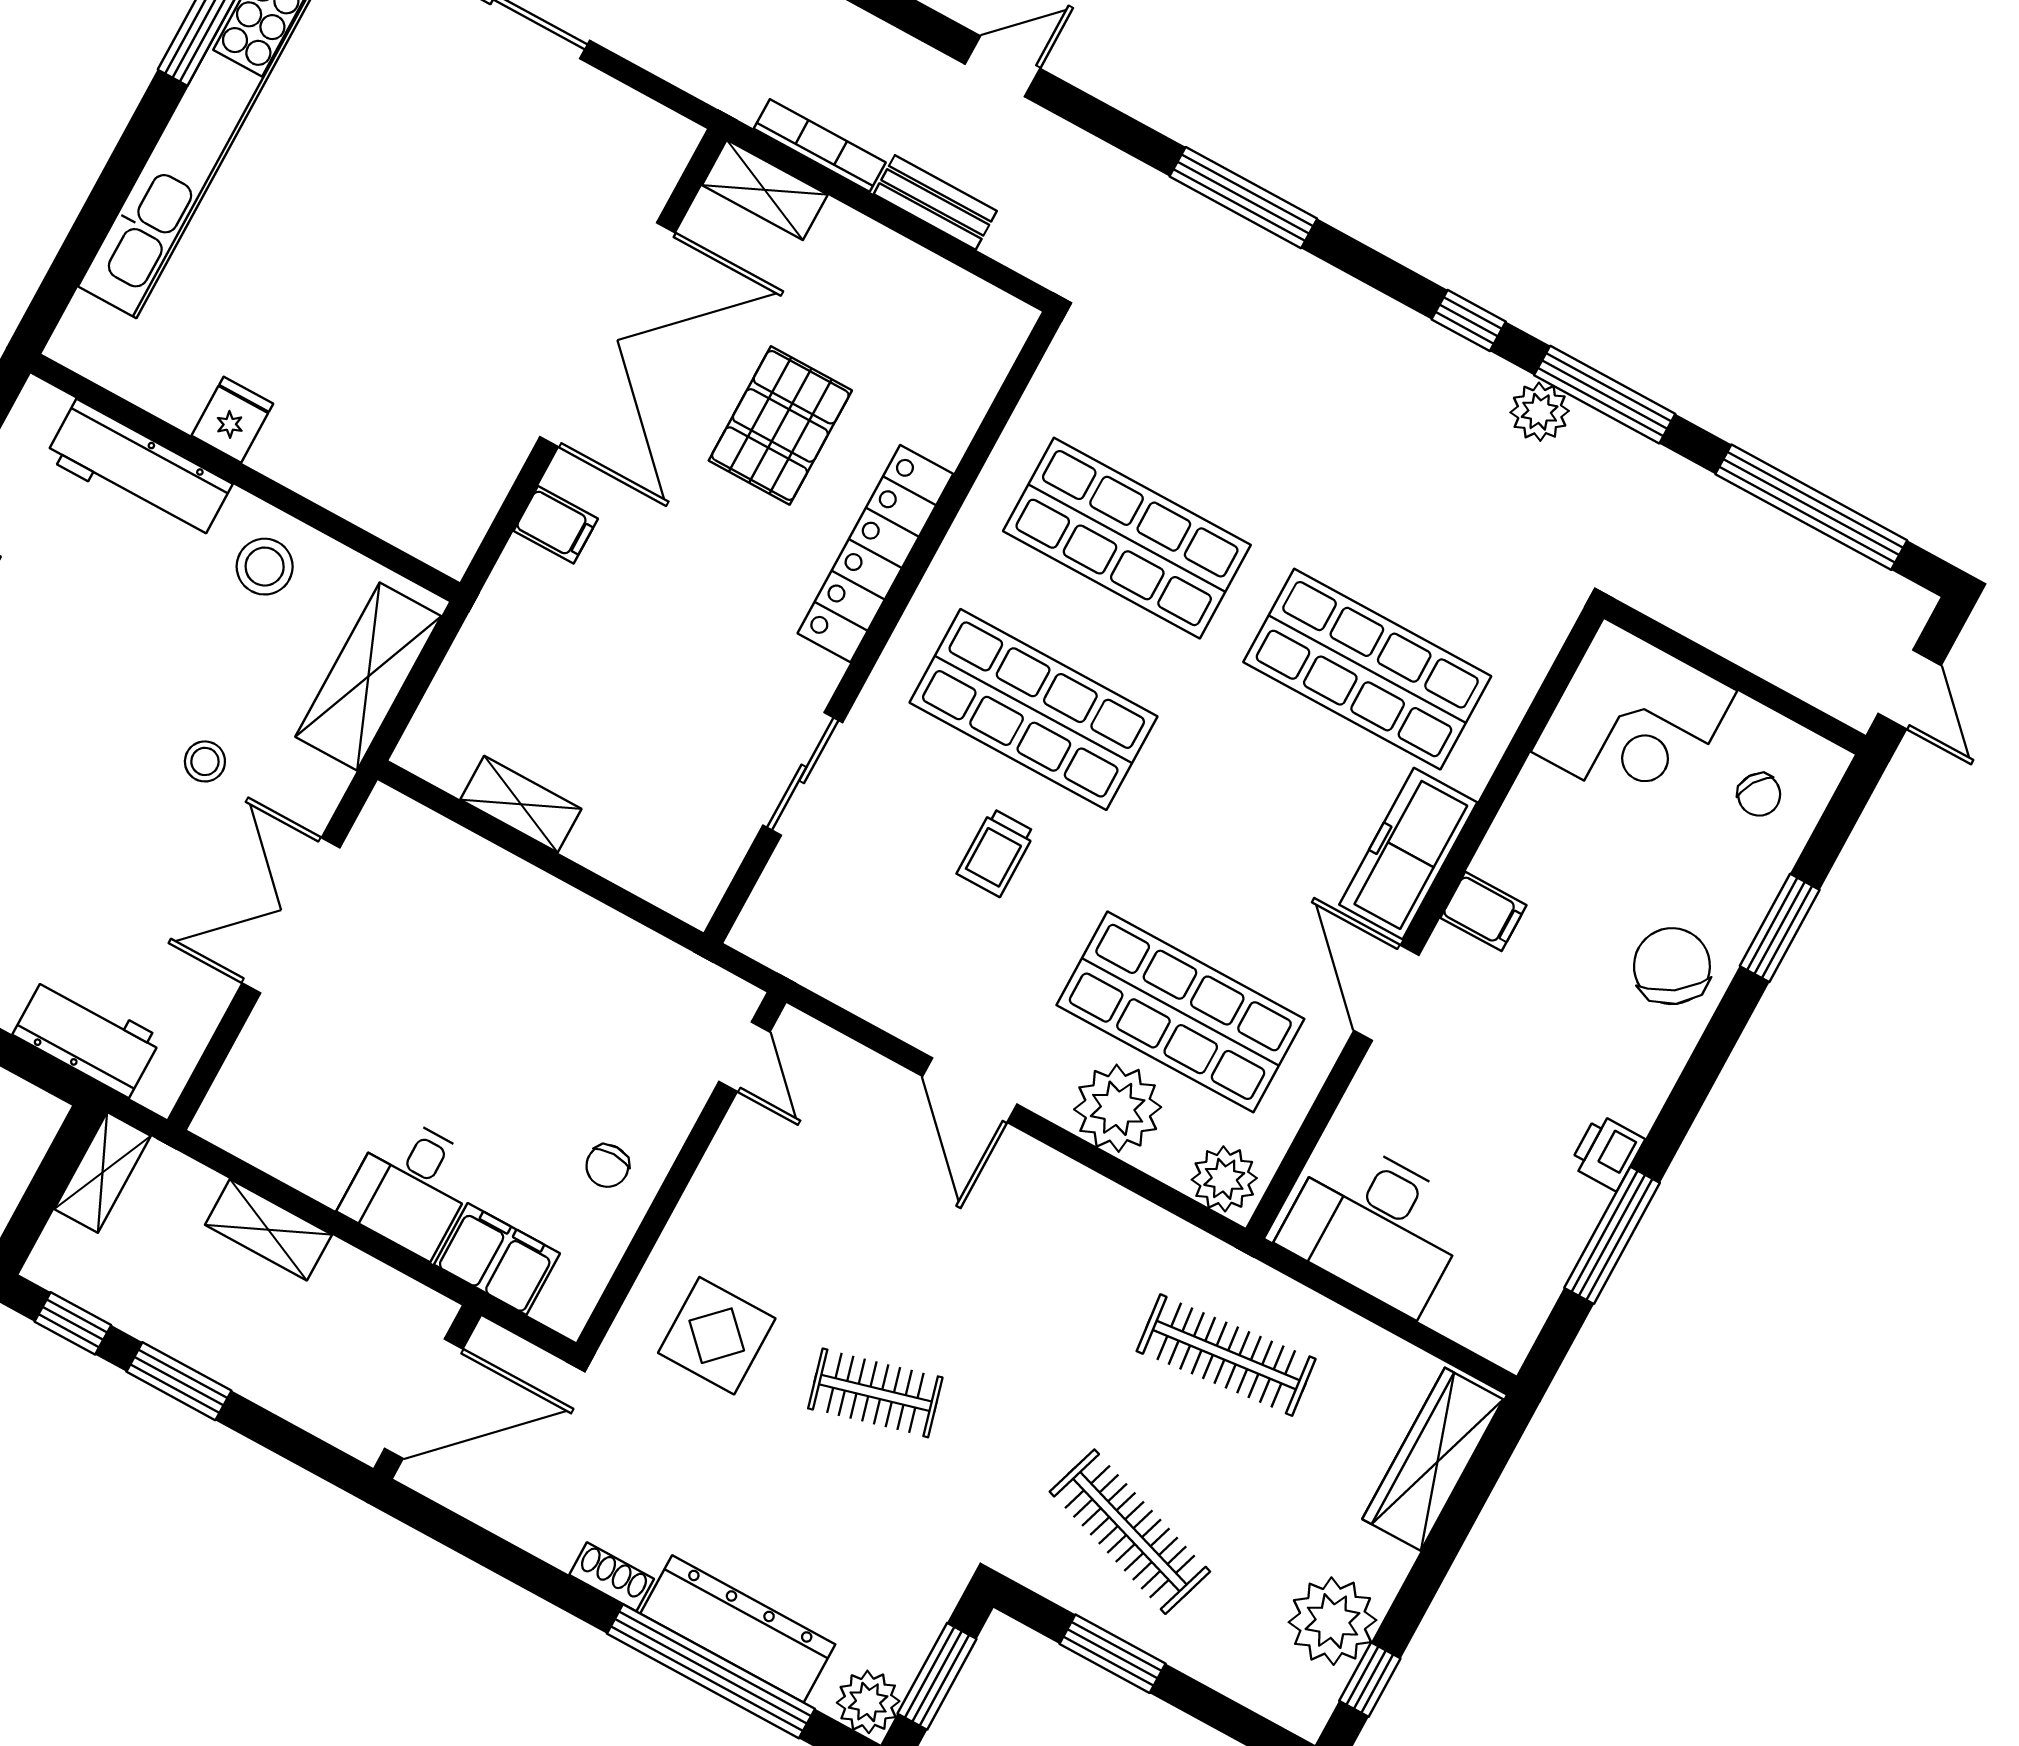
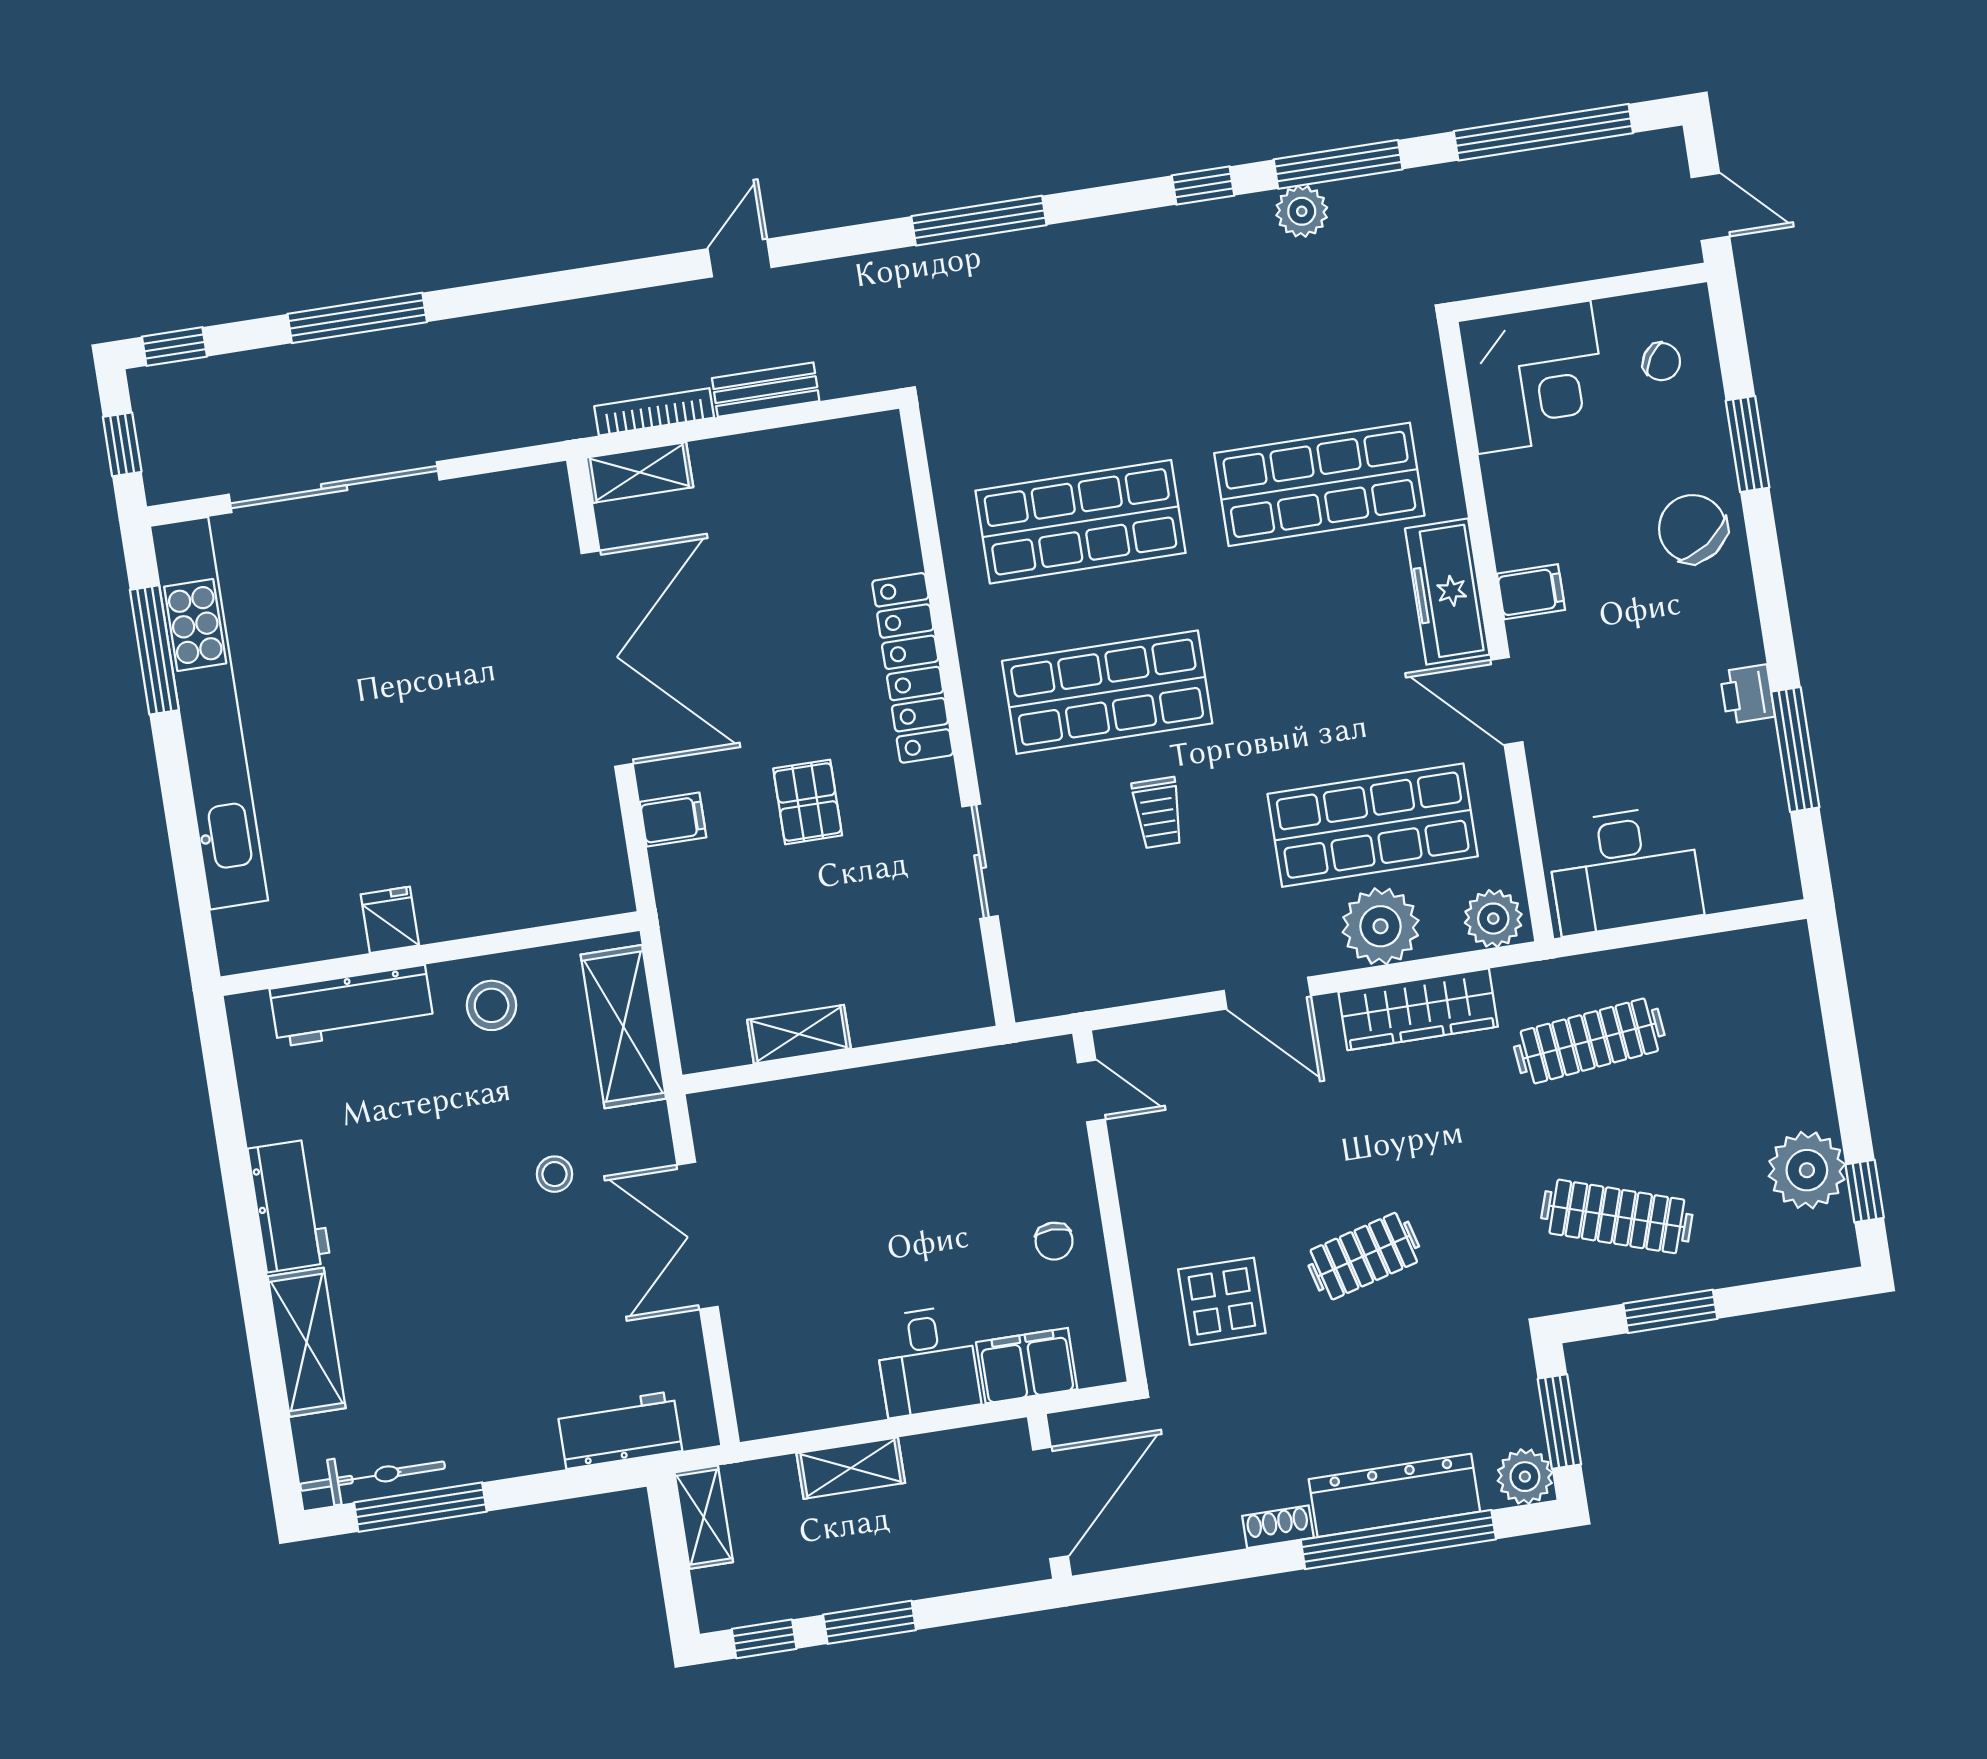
pallet: (780, 425) -> (808, 802), moved, width x0.67, depth x0.71
wardrobe: (1433, 1459) -> (1418, 1009), moved, turned -90

